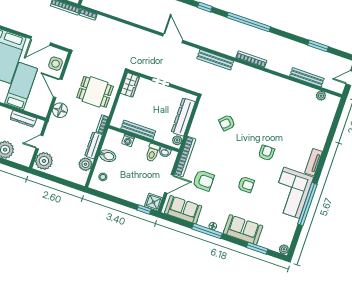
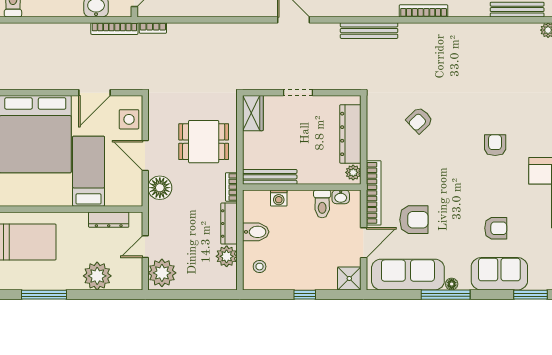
bench: (138, 130) -> (270, 177), moved
armchair: (246, 185) -> (496, 228), moved
window: (144, 210) -> (305, 295), moved
sofa: (183, 210) -> (408, 275), width x1.36

